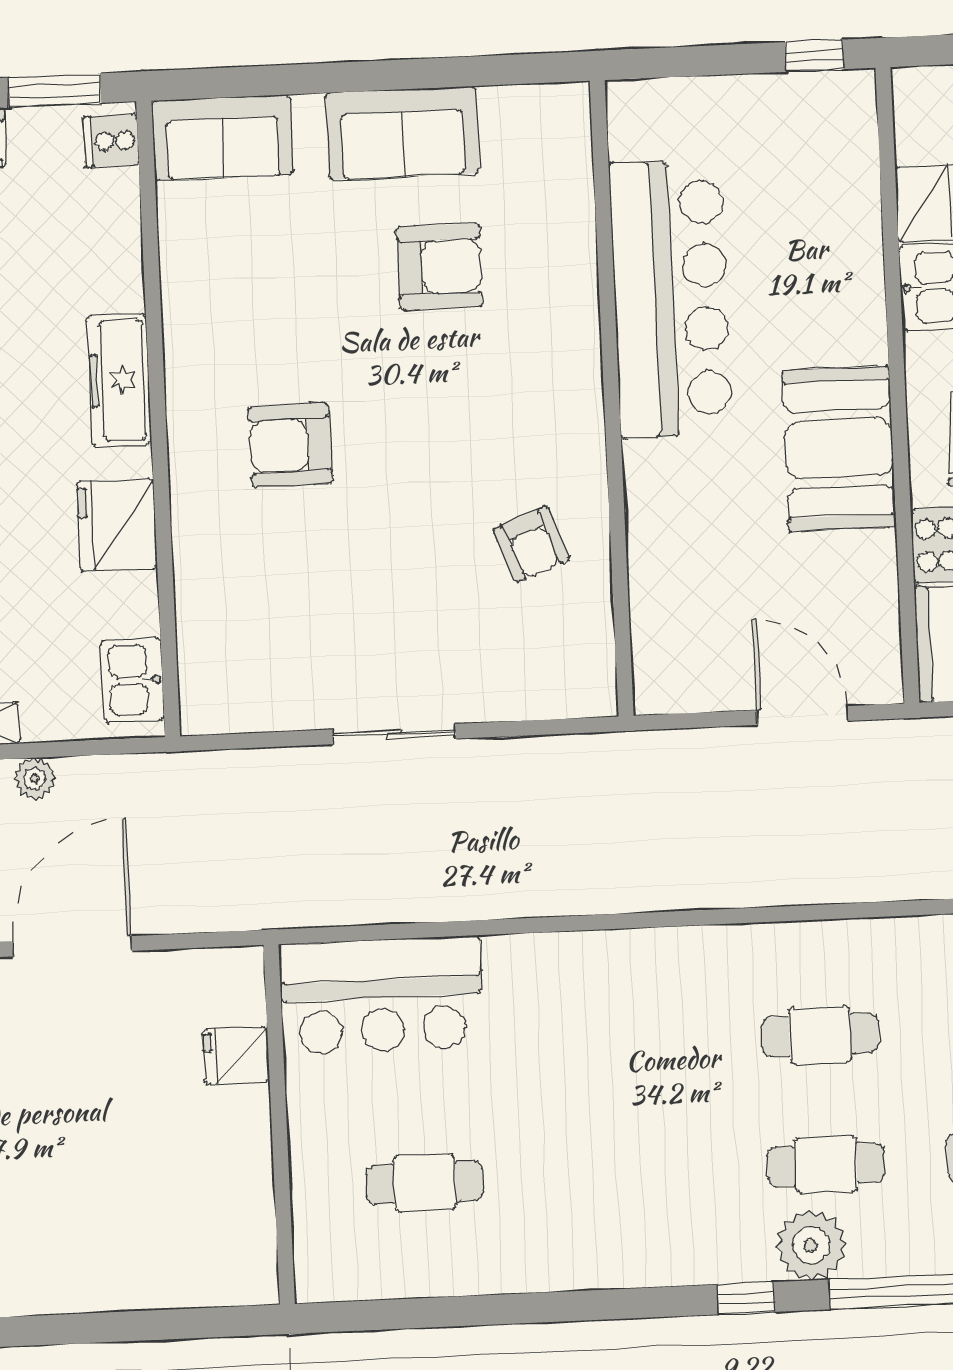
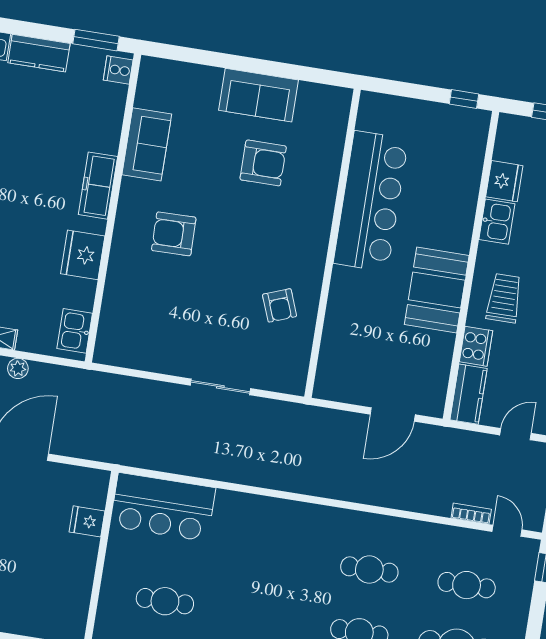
sofa: (222, 138) -> (147, 144), moved, turned -90
door: (803, 715) -> (393, 414), swing flipped
sliding door: (394, 734) -> (220, 387), moved

